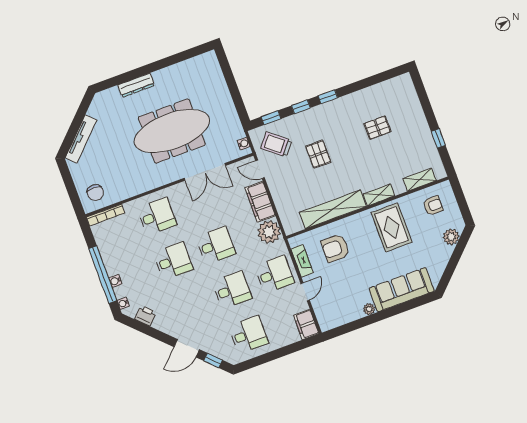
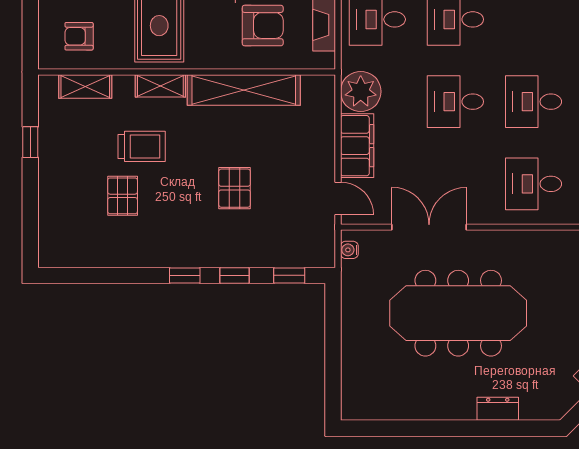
dresser: (136, 85) -> (498, 409), width x0.70
pallet: (377, 128) -> (123, 196), turned 90
trolley: (276, 144) -> (142, 146), moved, turned -39

